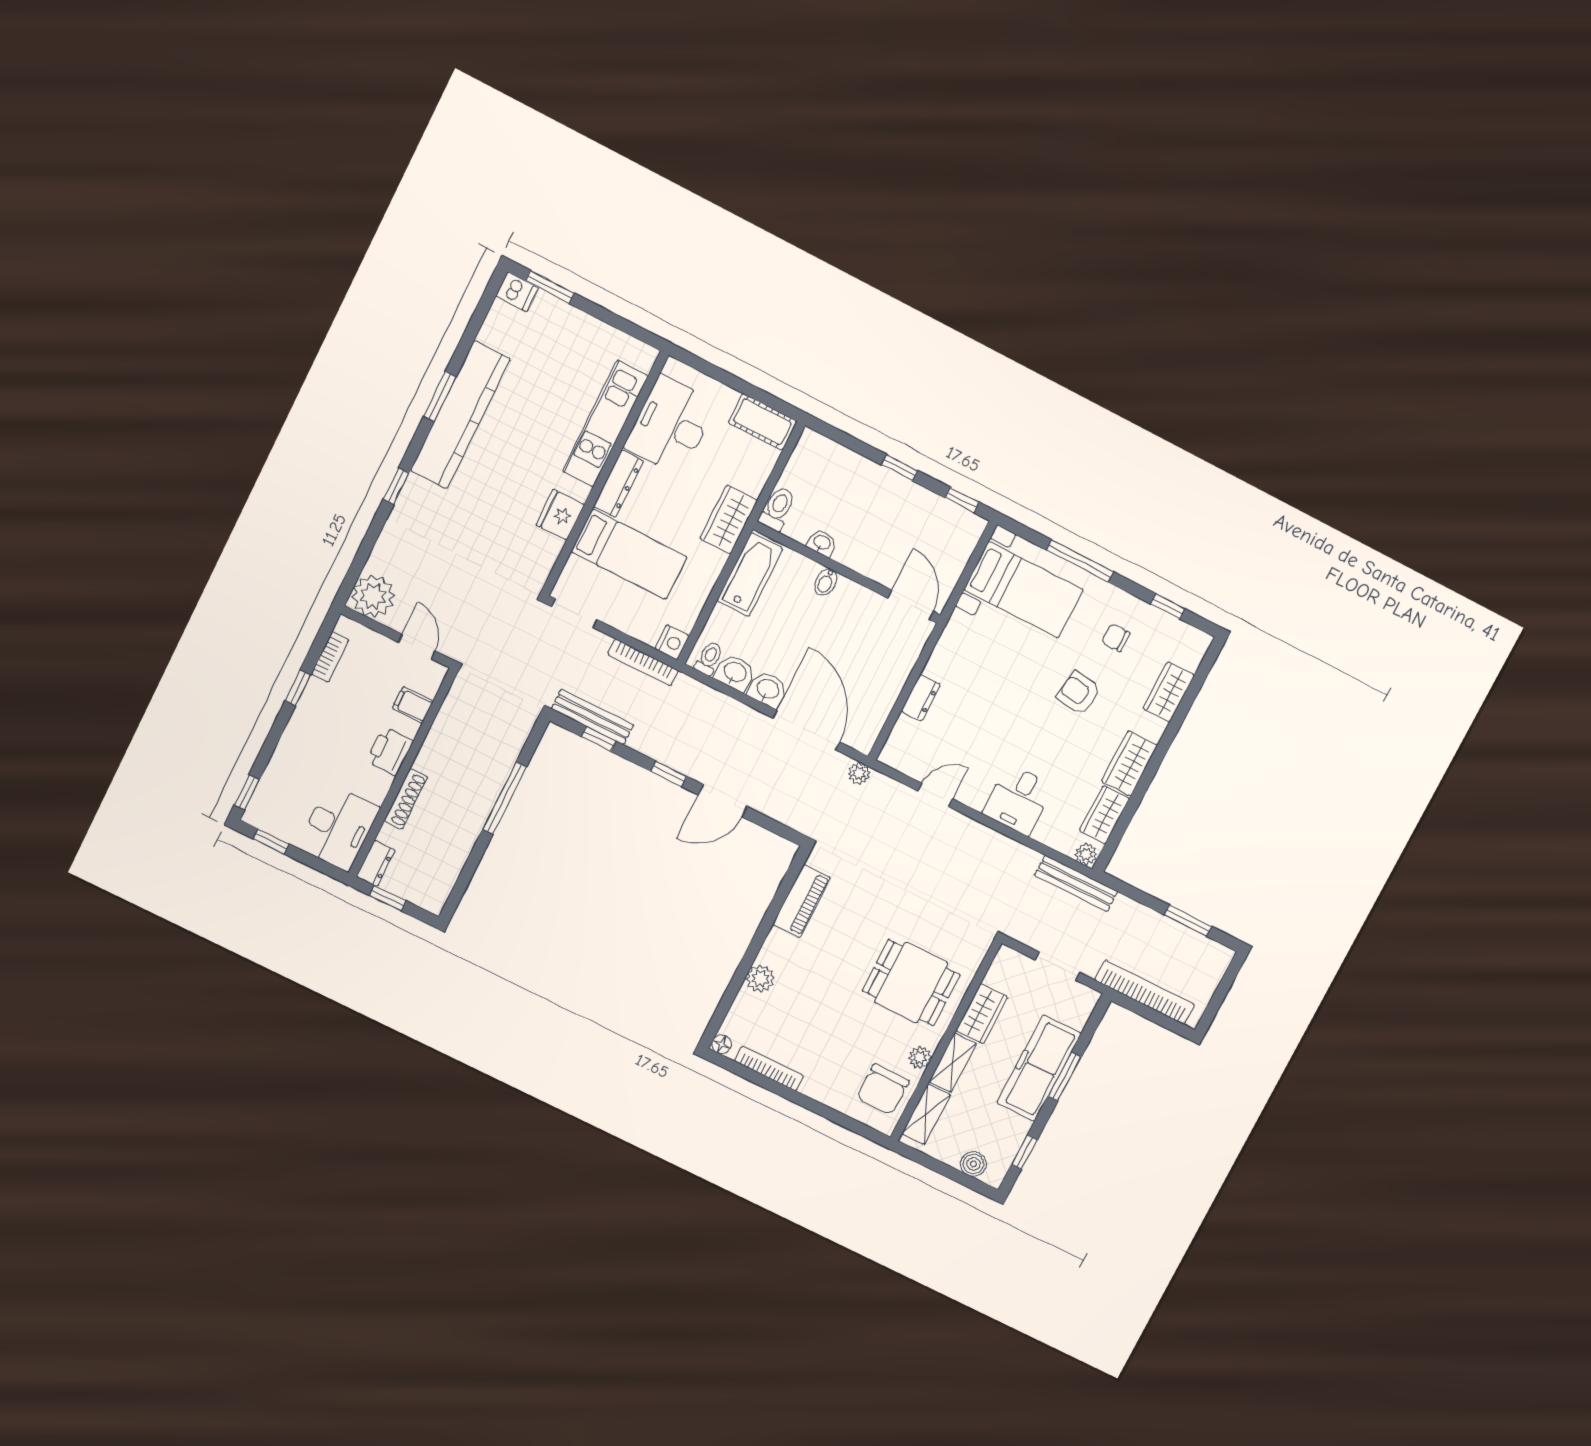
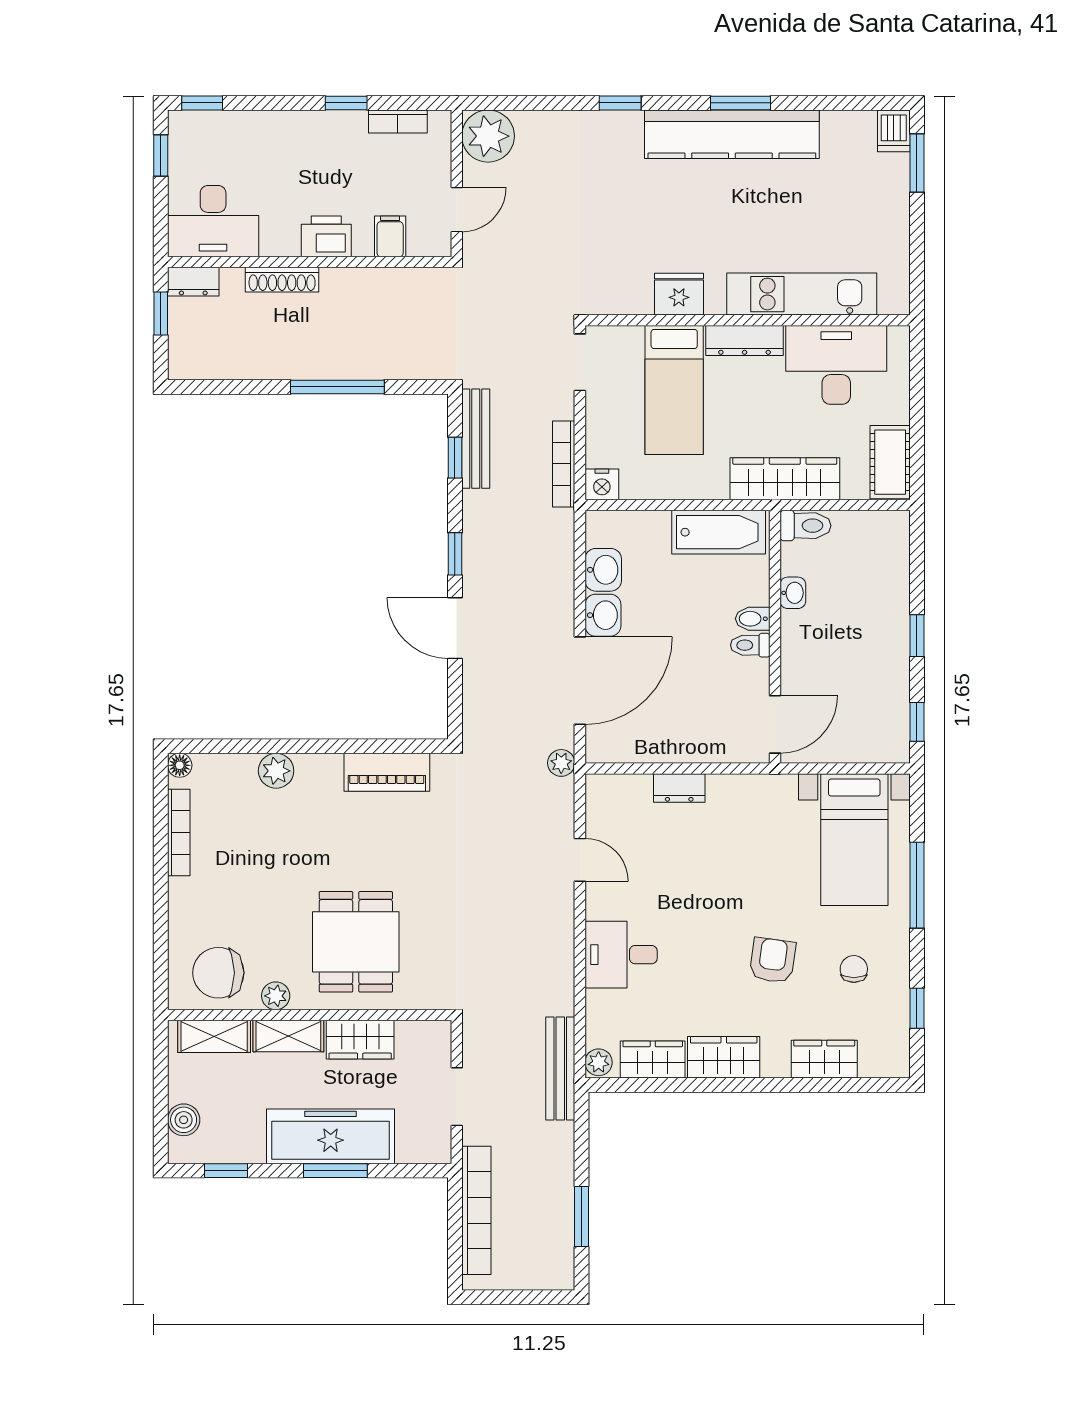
wardrobe: (729, 520) -> (785, 479), width x1.50
toilet: (709, 658) -> (750, 645), moved, turned 180

